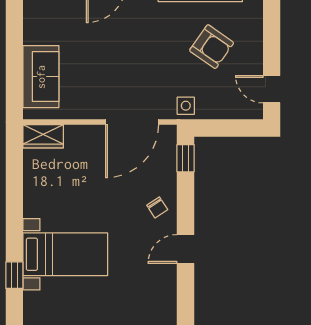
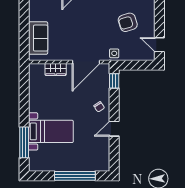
armchair: (212, 47) -> (128, 22), turned 128
wardrobe: (43, 136) -> (56, 69), moved
window: (14, 275) -> (24, 142), width x2.17

